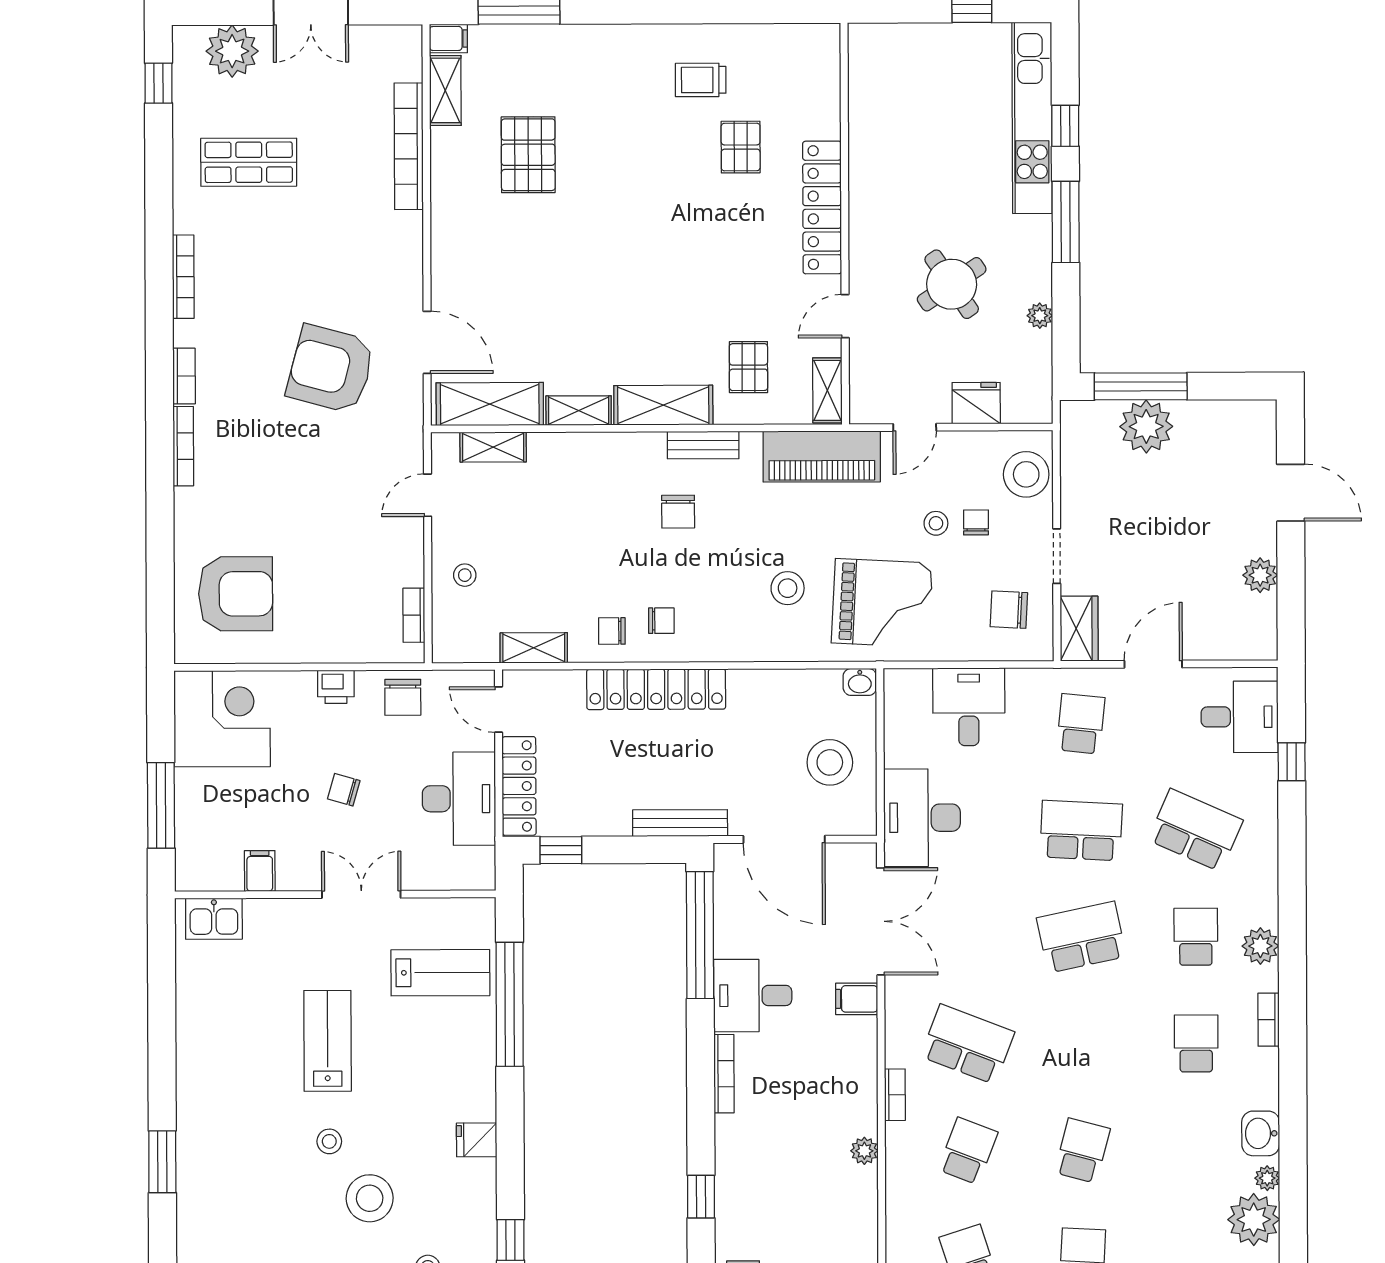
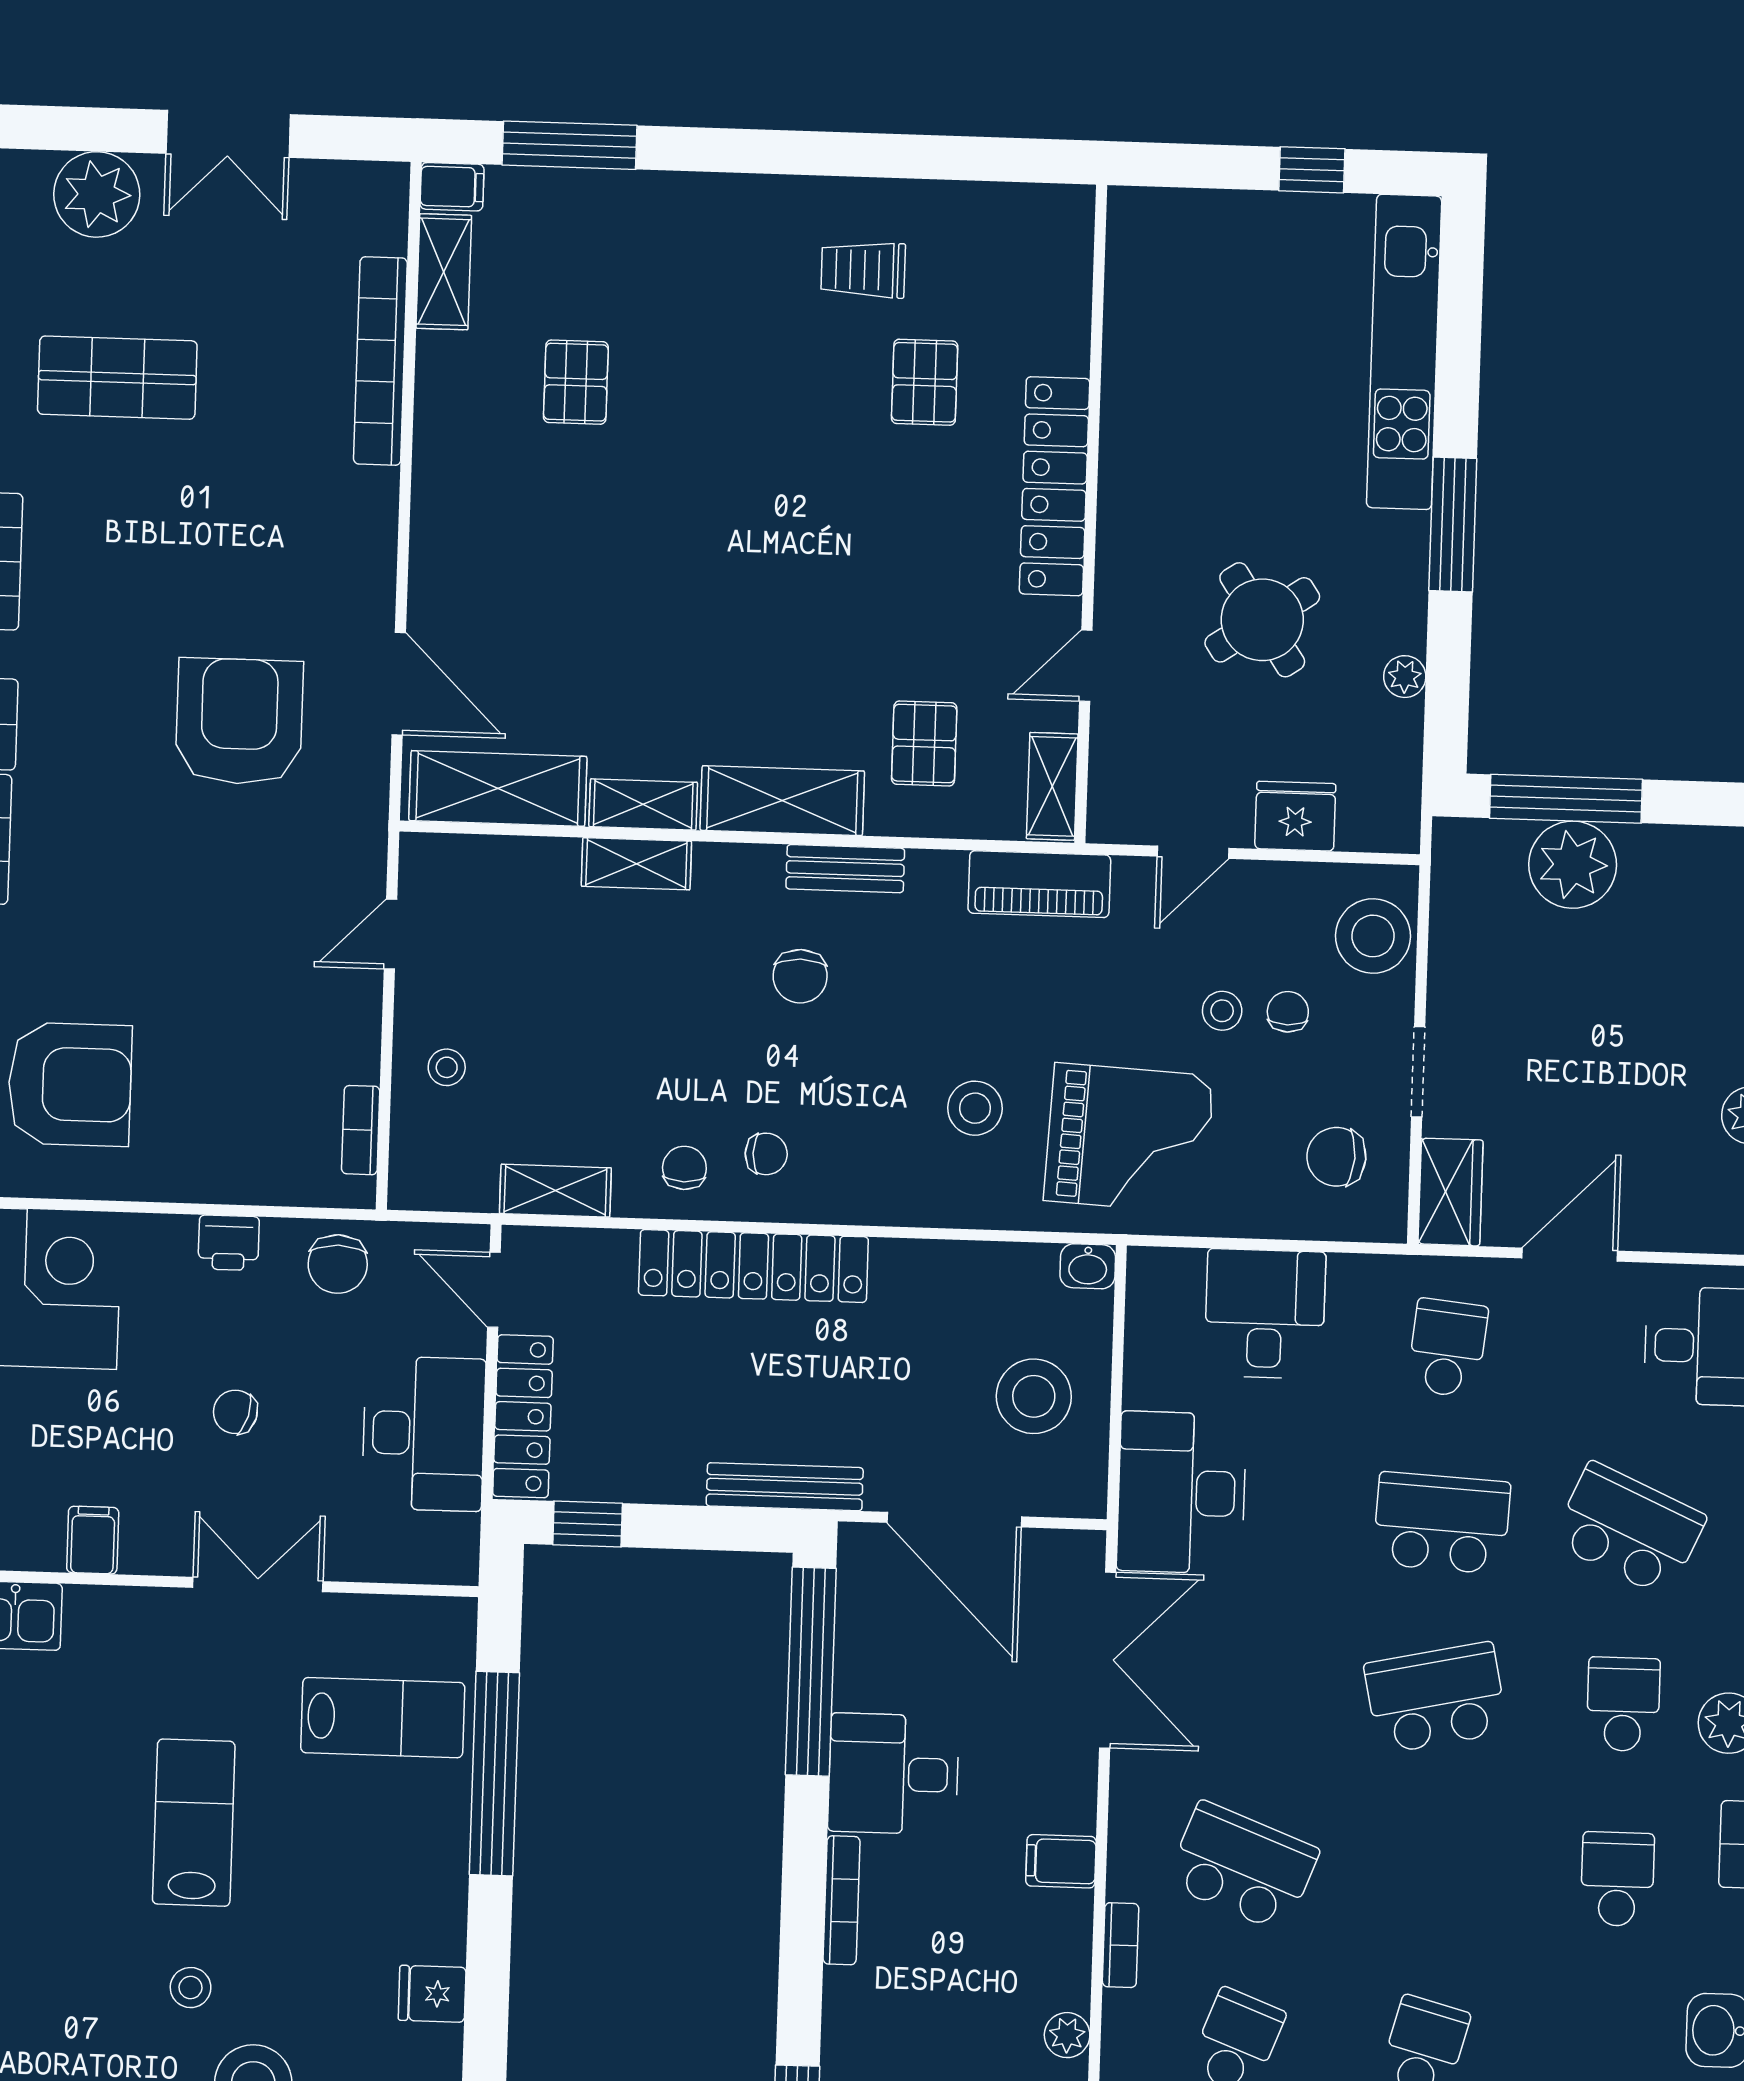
window: (1065, 126) -> (1458, 367), removed
pallet: (528, 155) -> (576, 382), width x0.67, depth x0.71
armchair: (331, 369) -> (239, 721), turned 75
shelving: (493, 447) -> (636, 864), moved
piano: (822, 457) -> (1039, 884), width x0.73, depth x0.75
chair: (612, 631) -> (684, 1168), turned 90
filing cabinet: (857, 999) -> (1061, 1861), moved

